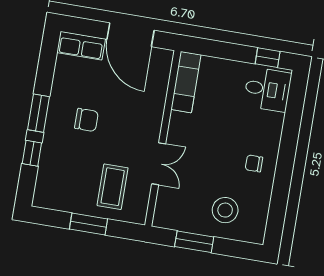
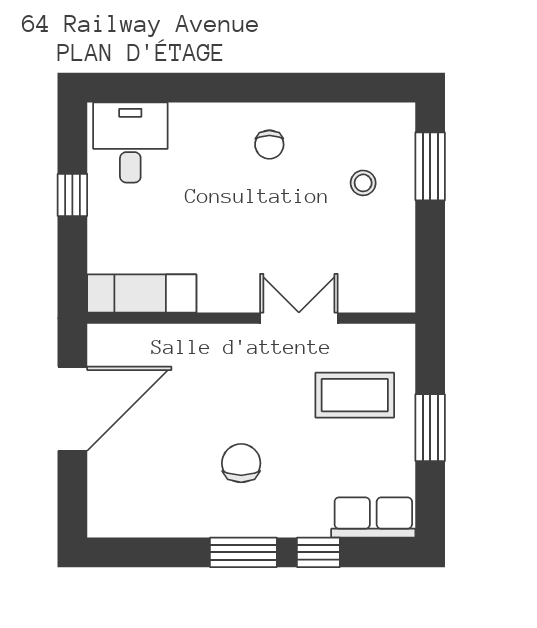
row of seats: (81, 46) -> (373, 517), moved, turned -90
window: (268, 58) -> (72, 195), moved
stool: (225, 210) -> (363, 183), width x0.53, depth x0.53
window: (194, 242) -> (430, 166), moved

